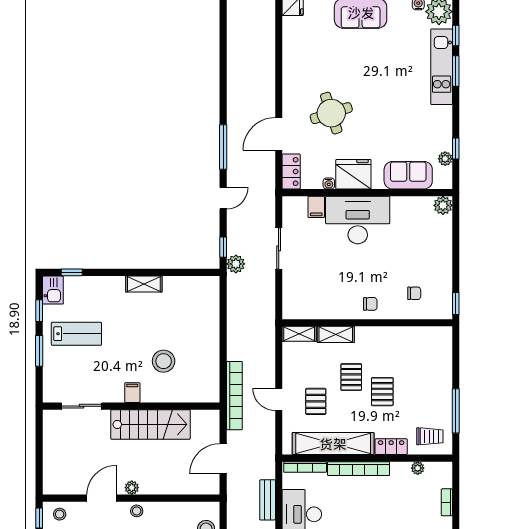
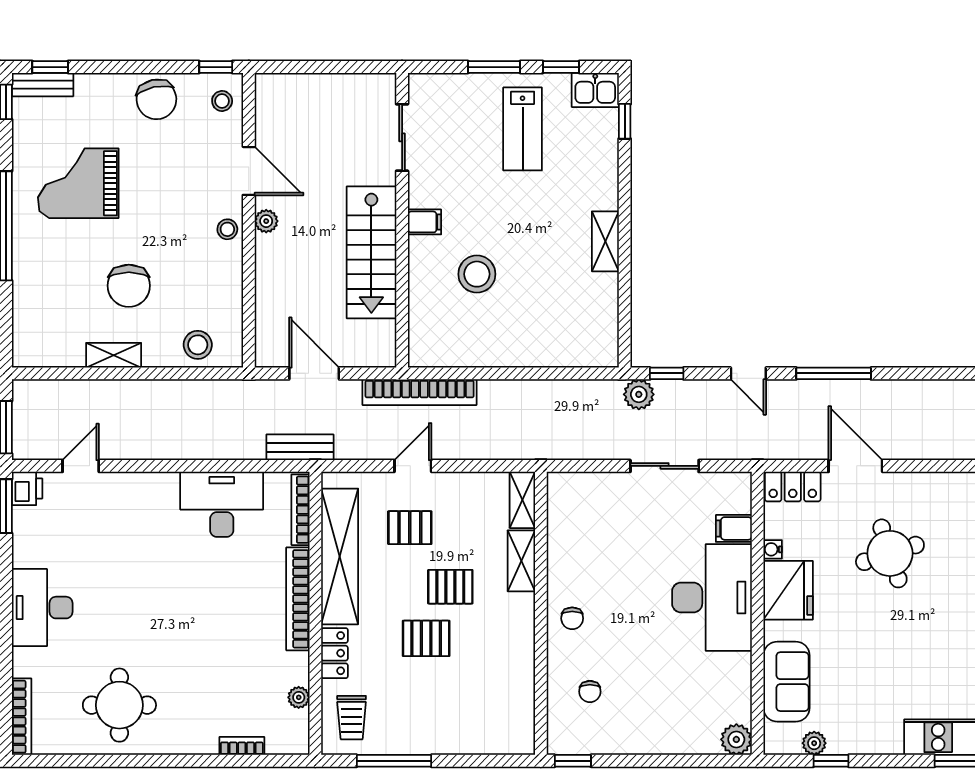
bench: (268, 500) -> (300, 447), moved

